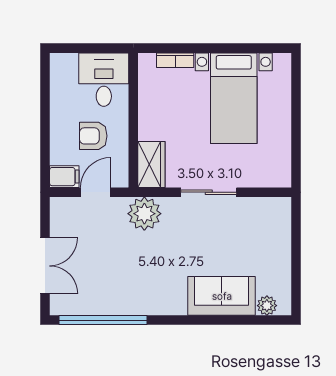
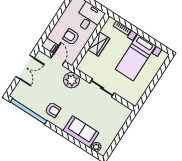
wardrobe: (151, 164) -> (99, 44), moved
door: (96, 192) -> (58, 60), hinge flipped
double door: (45, 266) -> (25, 67), moved
armchair: (145, 289) -> (53, 110), added

